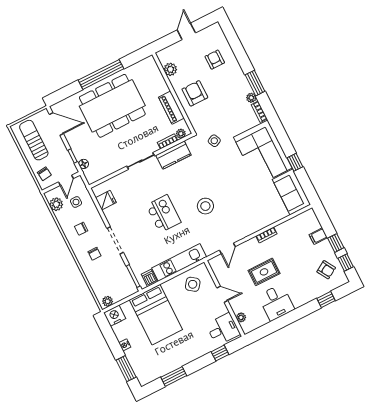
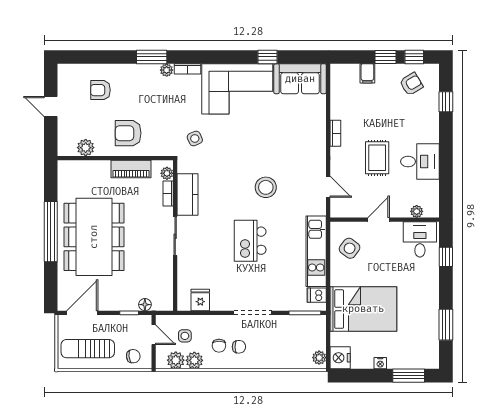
kitchen island: (164, 214) -> (250, 241), turned -90
plant: (63, 217) -> (194, 360), added
chair: (94, 254) -> (239, 347), moved

